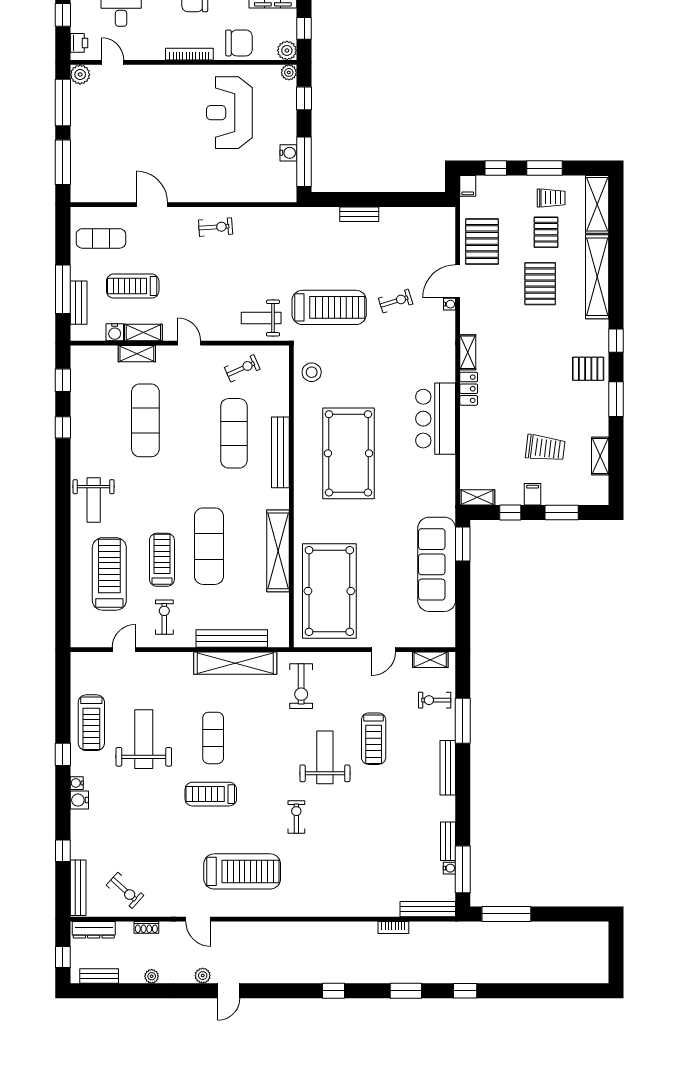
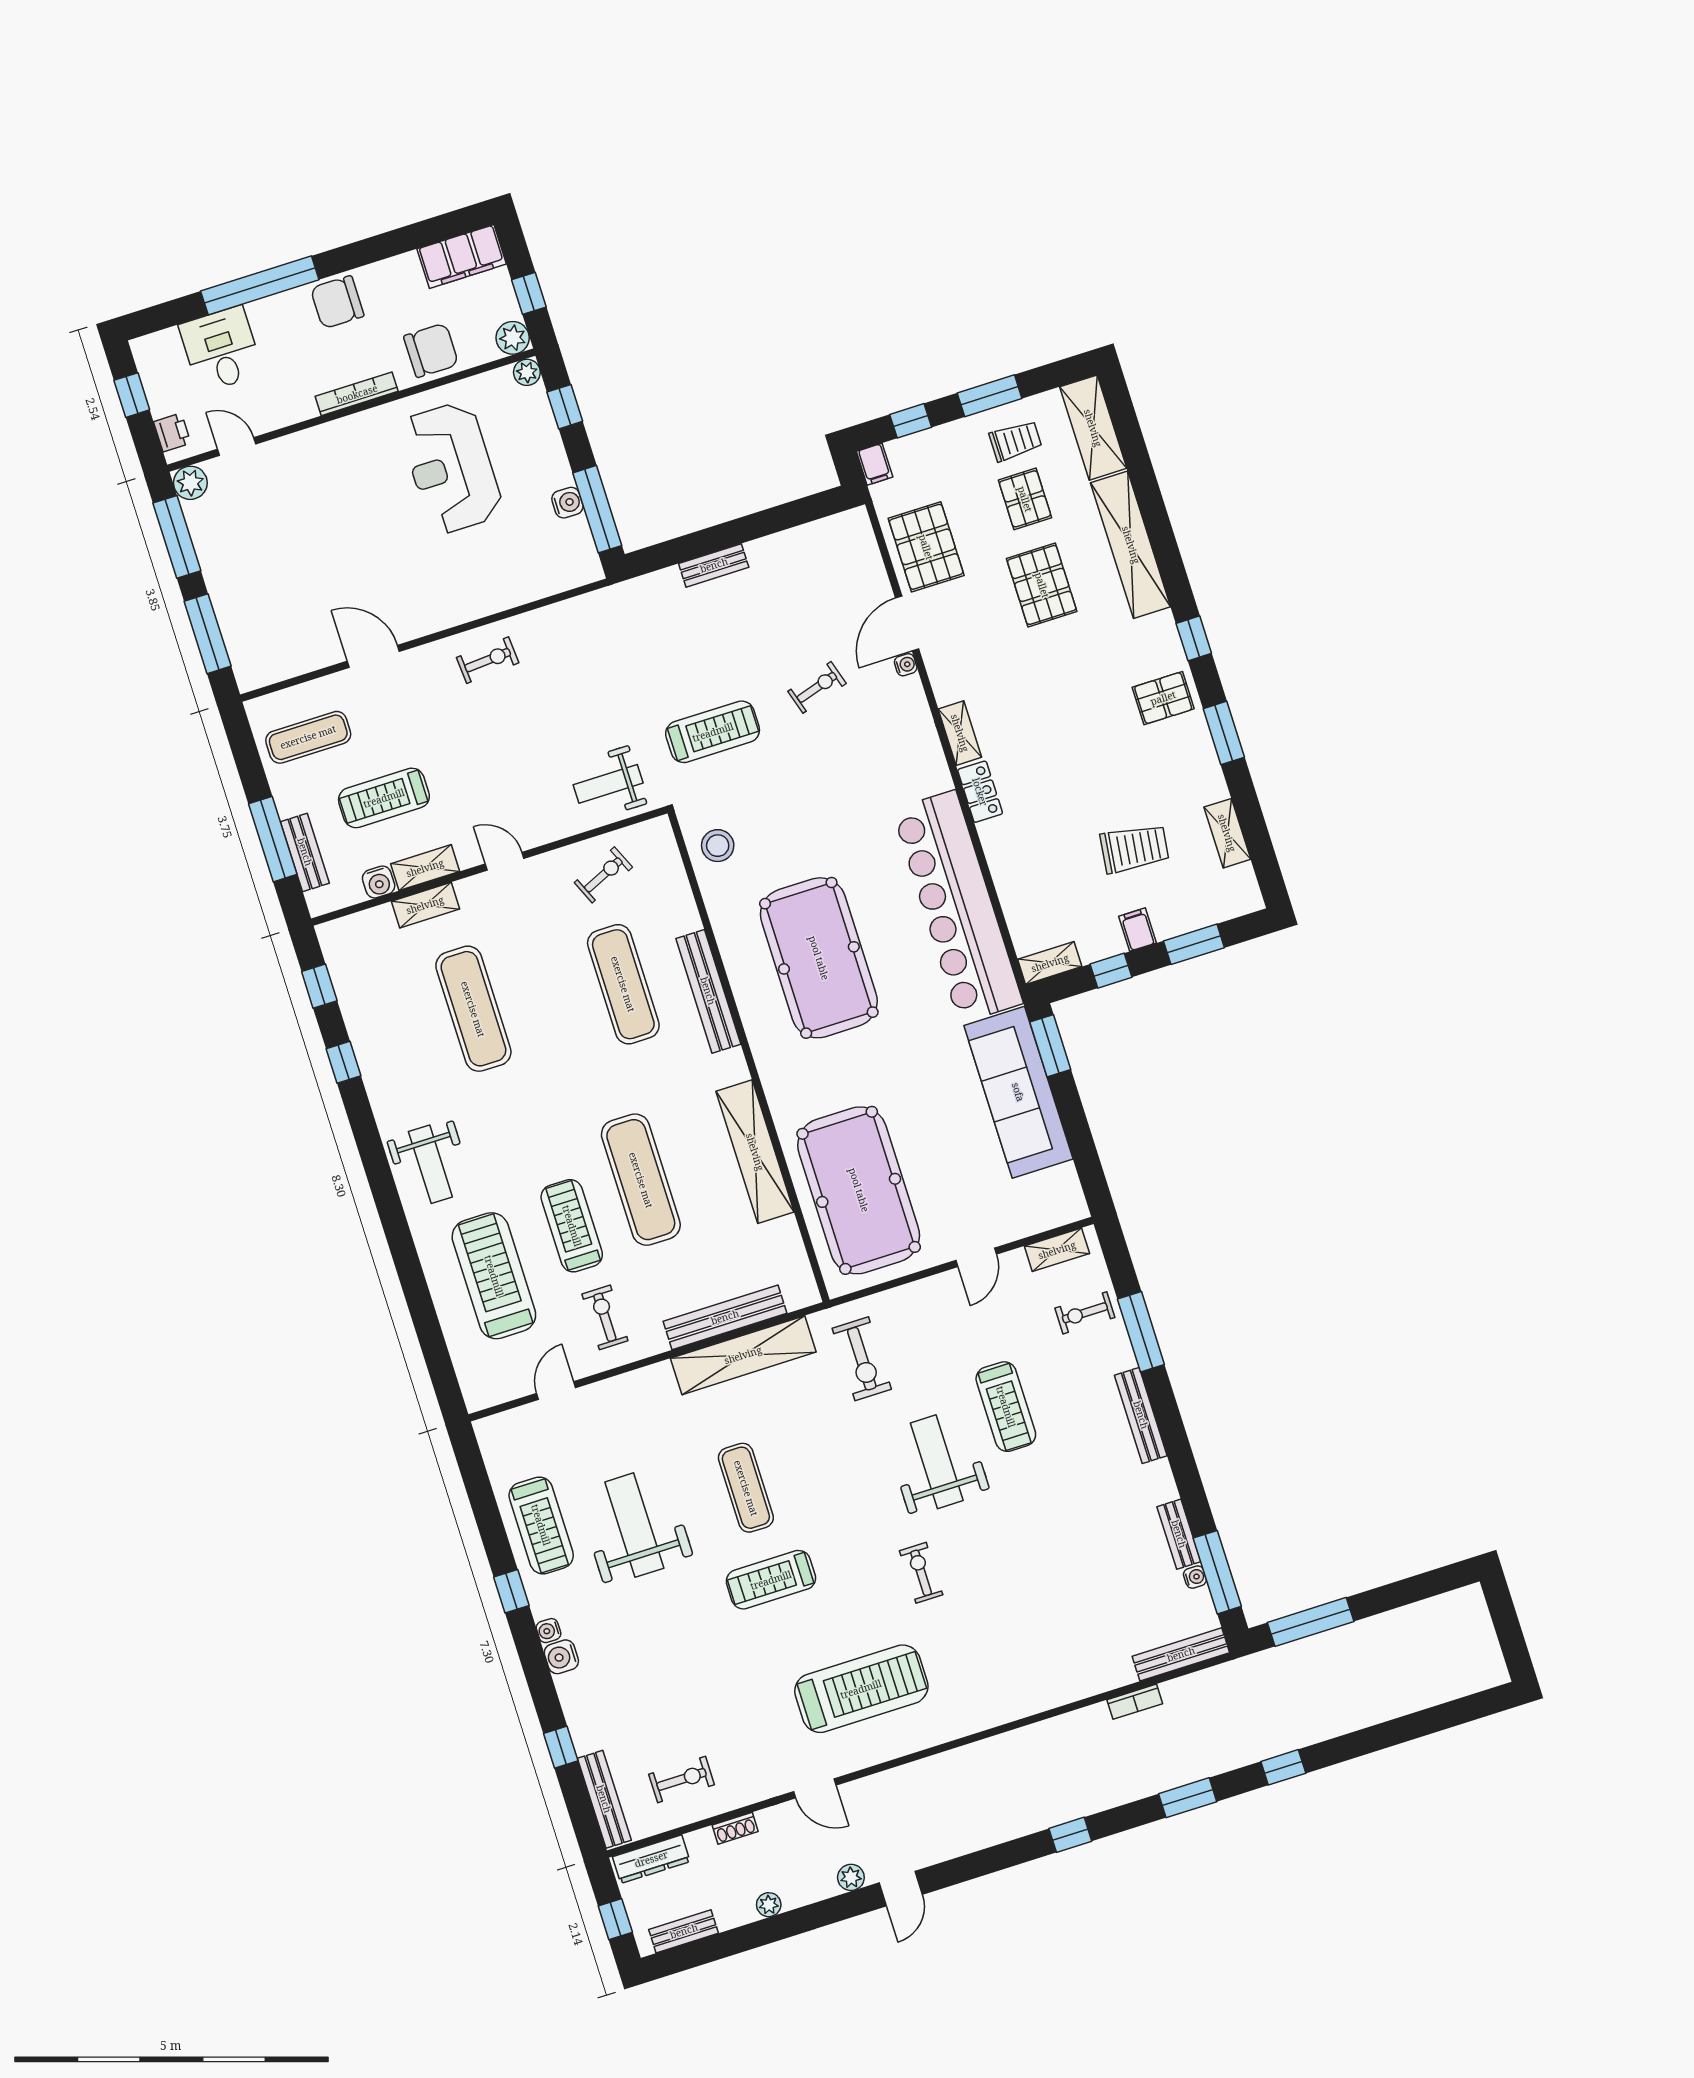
treadmill: (329, 307) -> (713, 732), width x0.73, depth x0.73
bar counter: (436, 419) -> (958, 907), width x1.86
exercise bike: (125, 890) -> (682, 1779), turned -42

